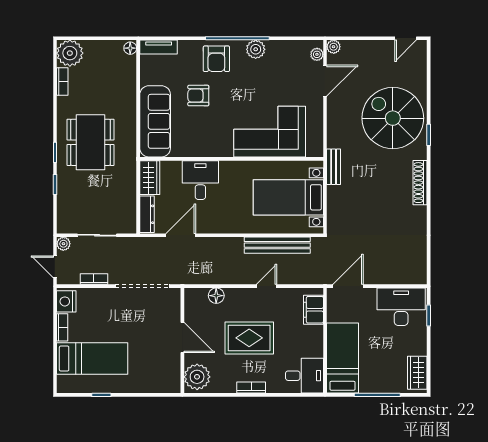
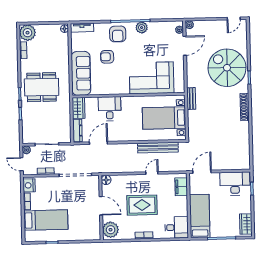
dining table: (91, 142) -> (42, 87), turned 90
floor lamp: (216, 296) -> (106, 180), moved

